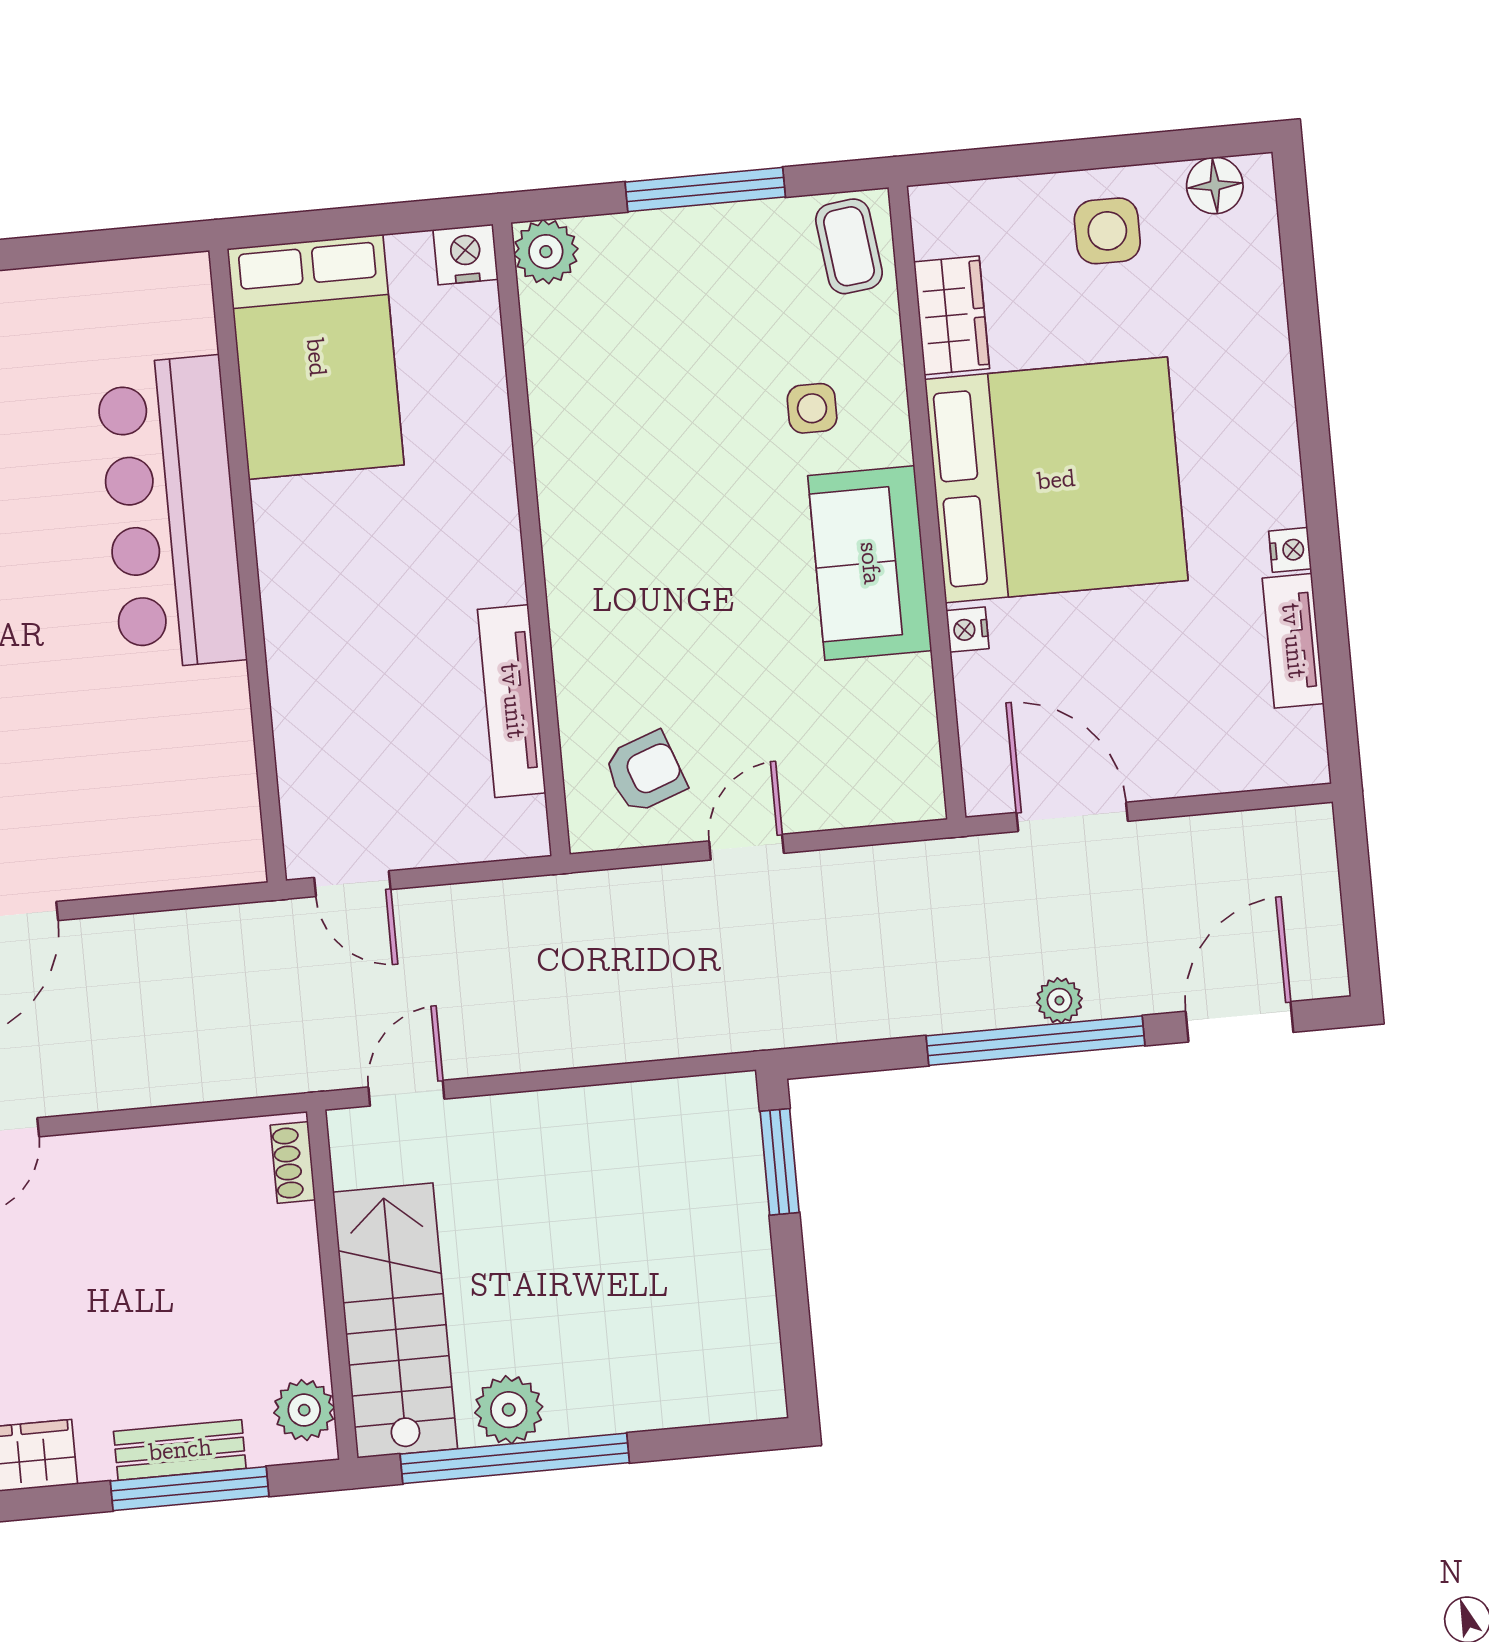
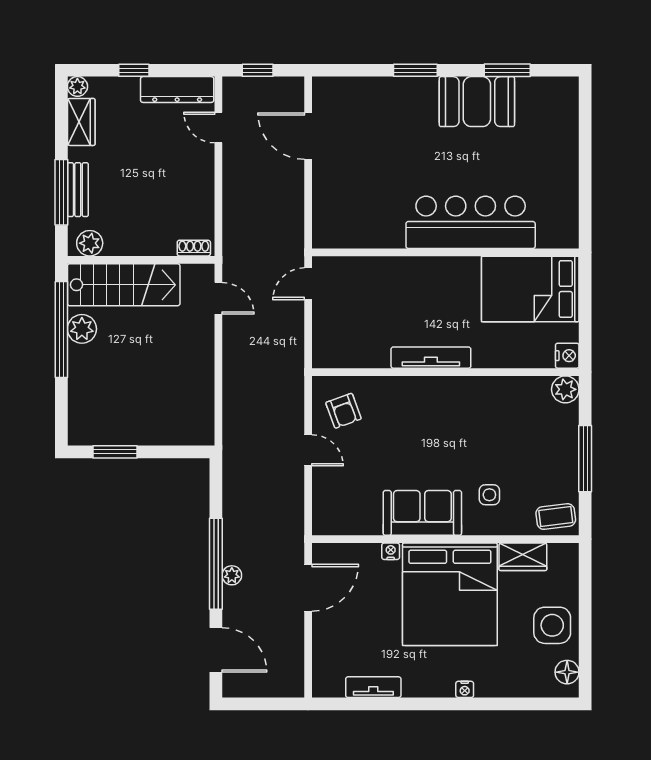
side table: (1107, 231) -> (552, 625), width x1.37, depth x1.37
nightstand: (1290, 550) -> (465, 689), moved
tv unit: (512, 701) -> (431, 358), moved
window: (780, 1162) -> (115, 452), moved

